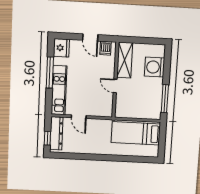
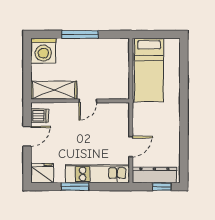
washing machine: (155, 67) -> (43, 51), moved
window: (50, 73) -> (75, 187), width x0.69
window: (165, 99) -> (80, 34), moved

